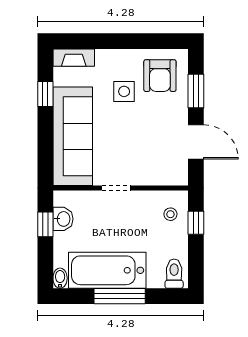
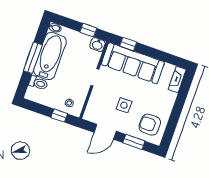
side table: (124, 91) -> (124, 105), moved
window: (45, 94) -> (128, 44), moved
washbasin: (63, 219) -> (97, 45), moved
toilet: (174, 274) -> (38, 83), moved

